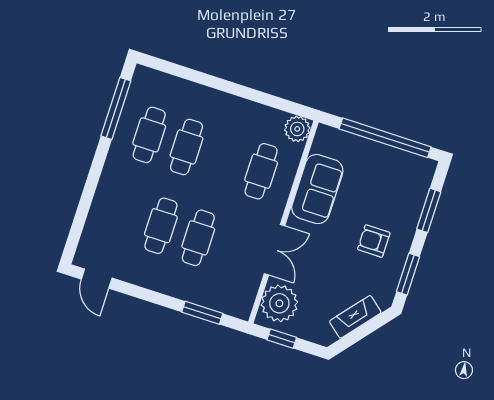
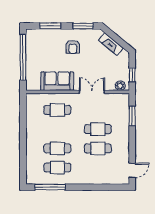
plant: (297, 129) -> (32, 100), removed
plant: (279, 303) -> (120, 86), width x0.53, depth x0.53

